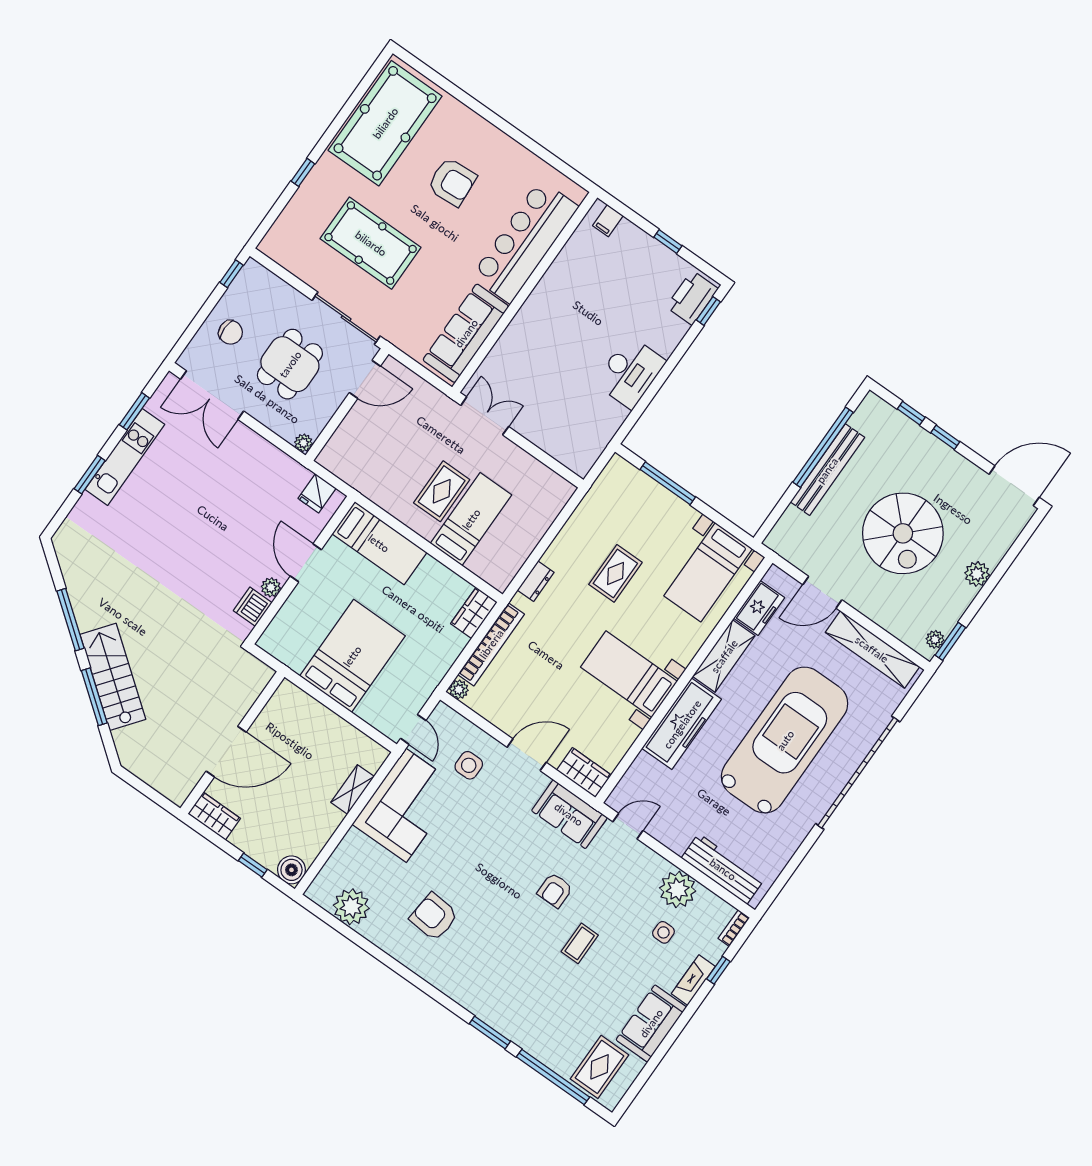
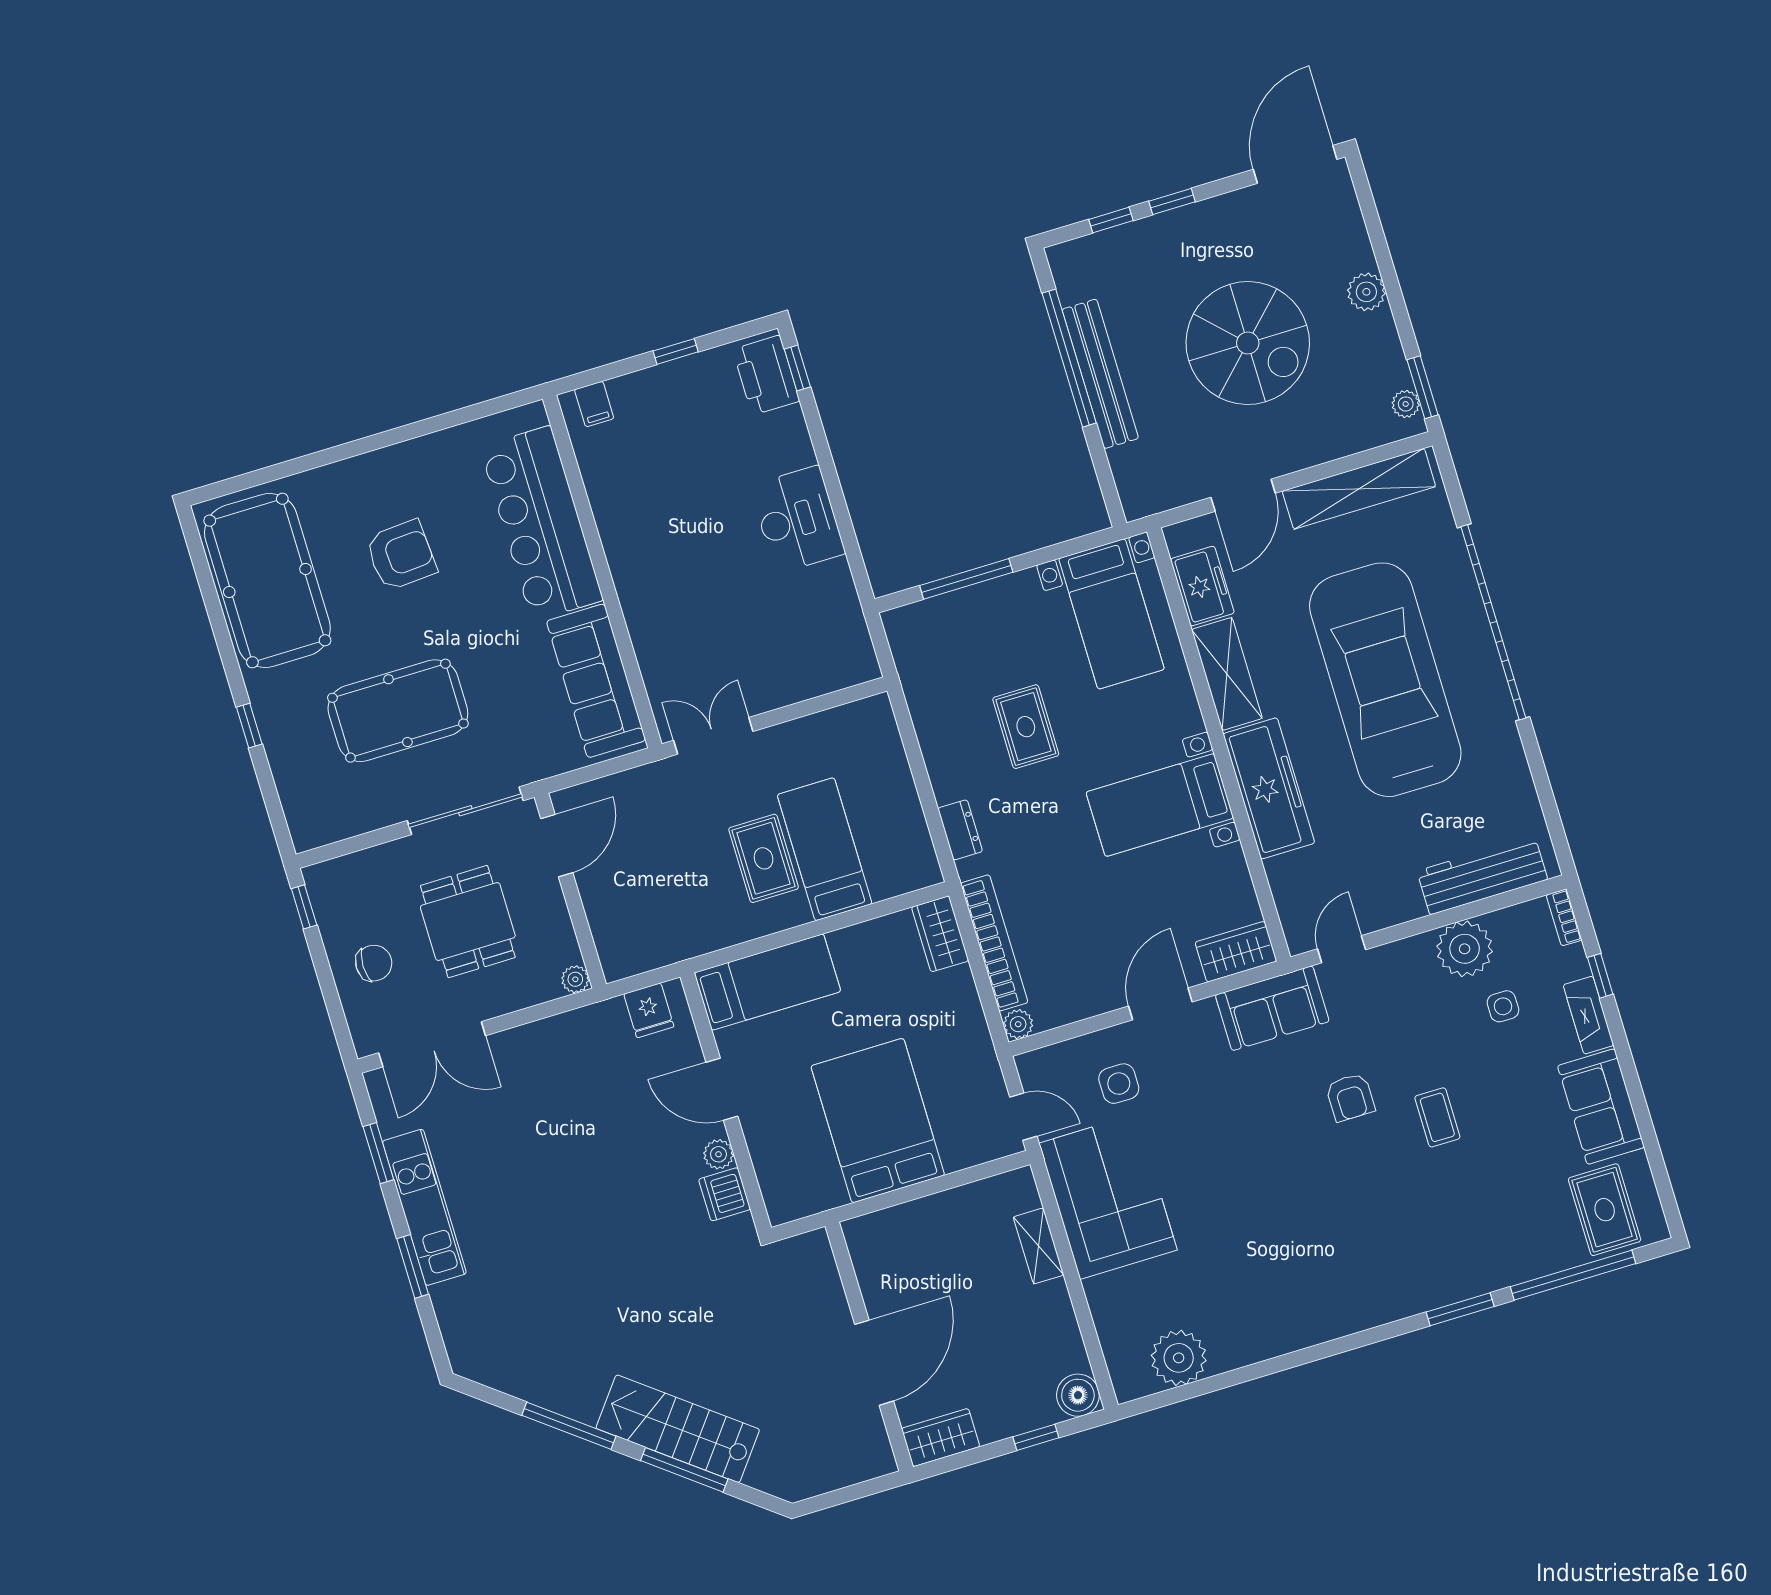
armchair: (434, 917) -> (1268, 1268), removed

